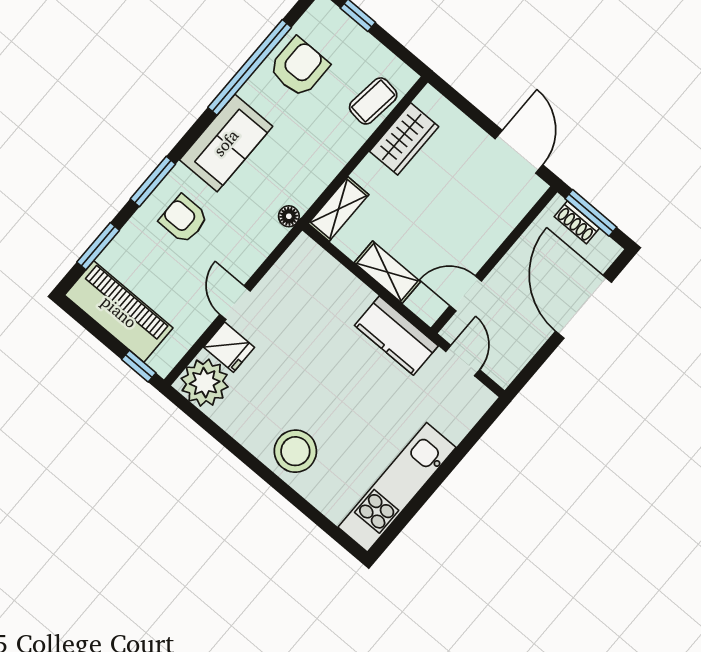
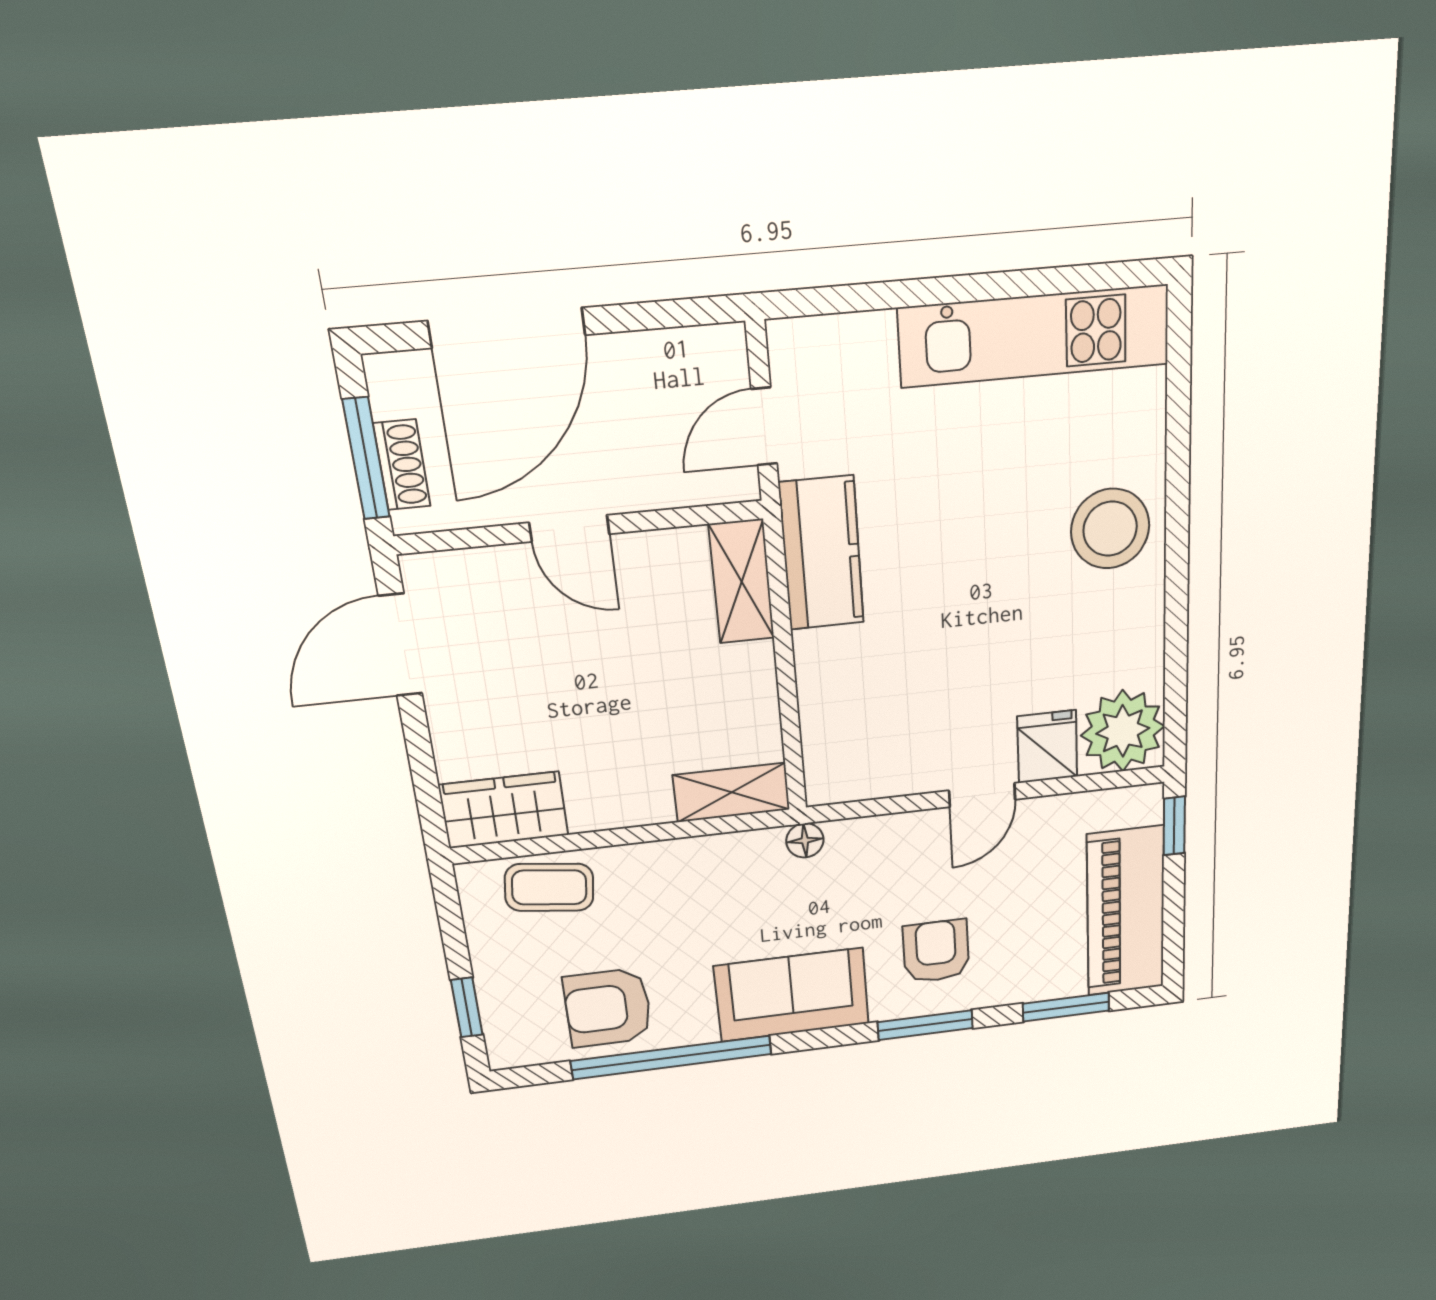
wardrobe: (404, 139) -> (504, 810), moved
armchair: (184, 219) -> (936, 951), turned 180
shelving: (387, 272) -> (742, 582), moved
door: (466, 293) -> (569, 528), moved

